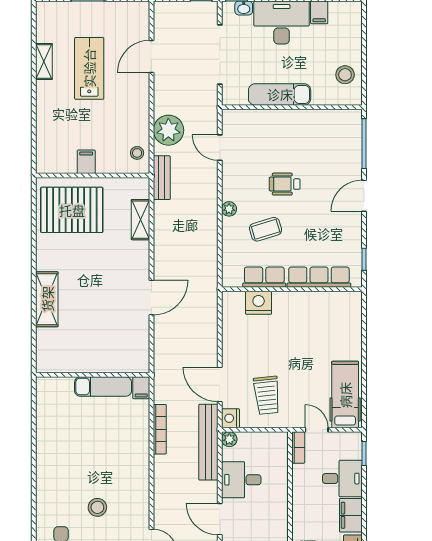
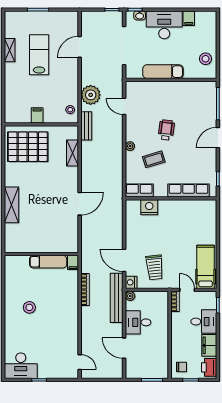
wheelchair: (285, 184) -> (166, 130), turned 97
row of seats: (264, 277) -> (139, 191), moved
stool: (97, 507) -> (29, 307), moved

